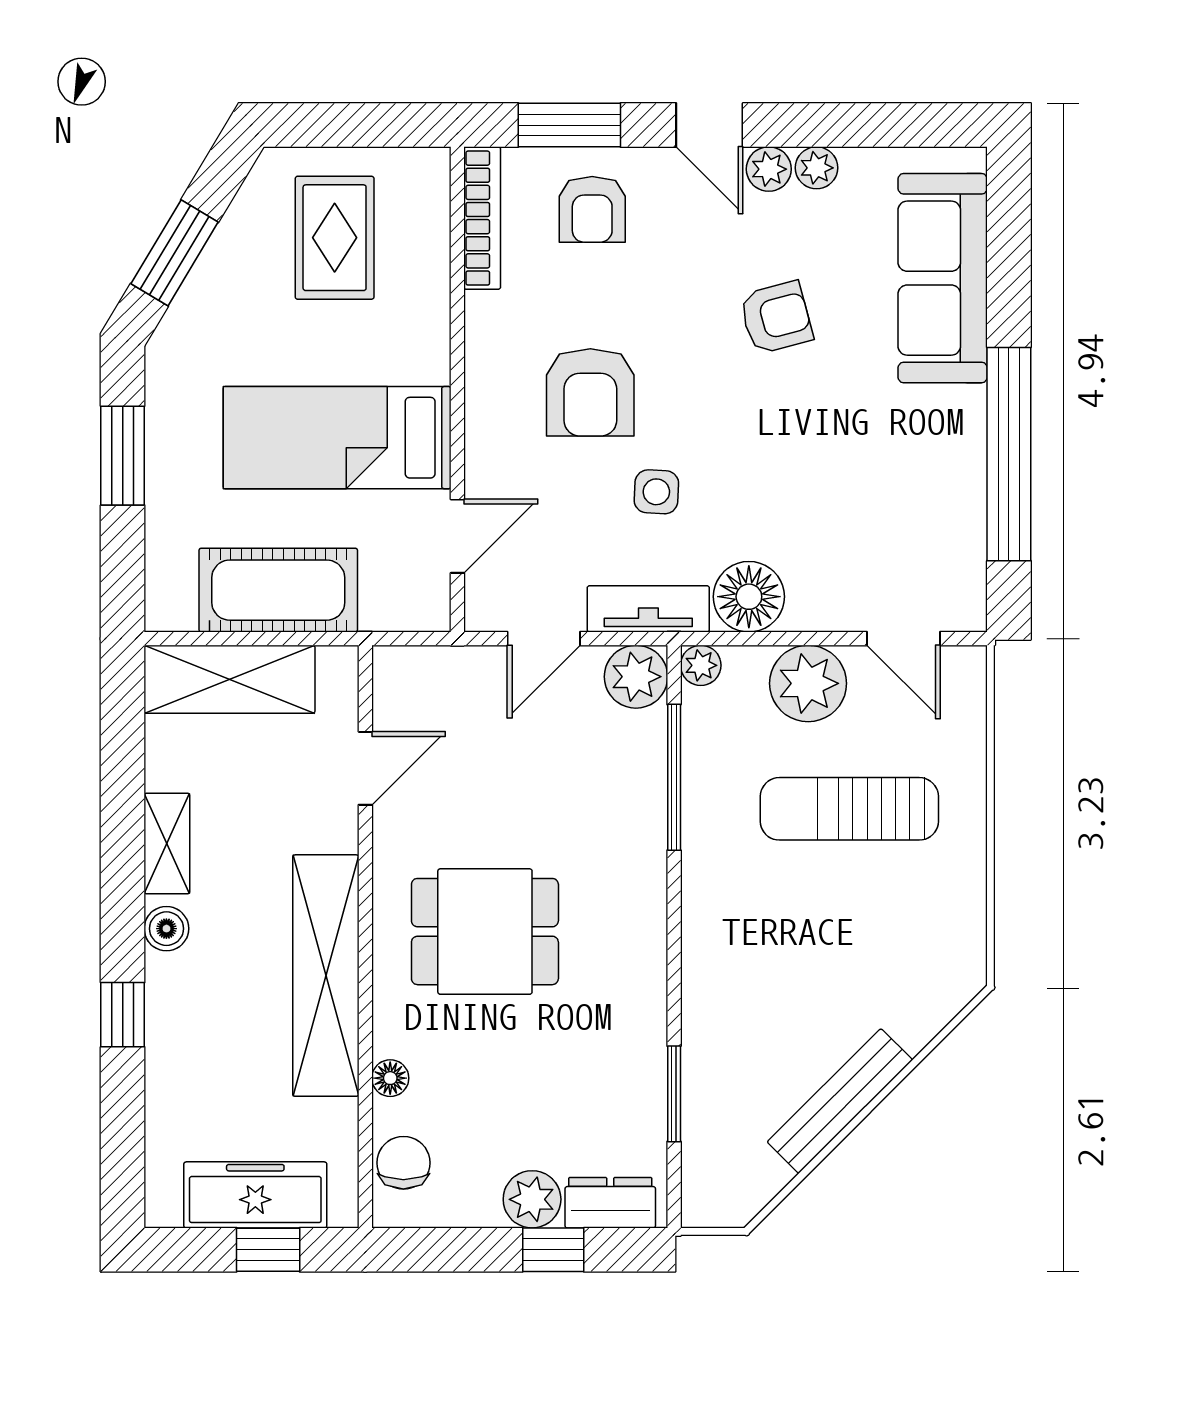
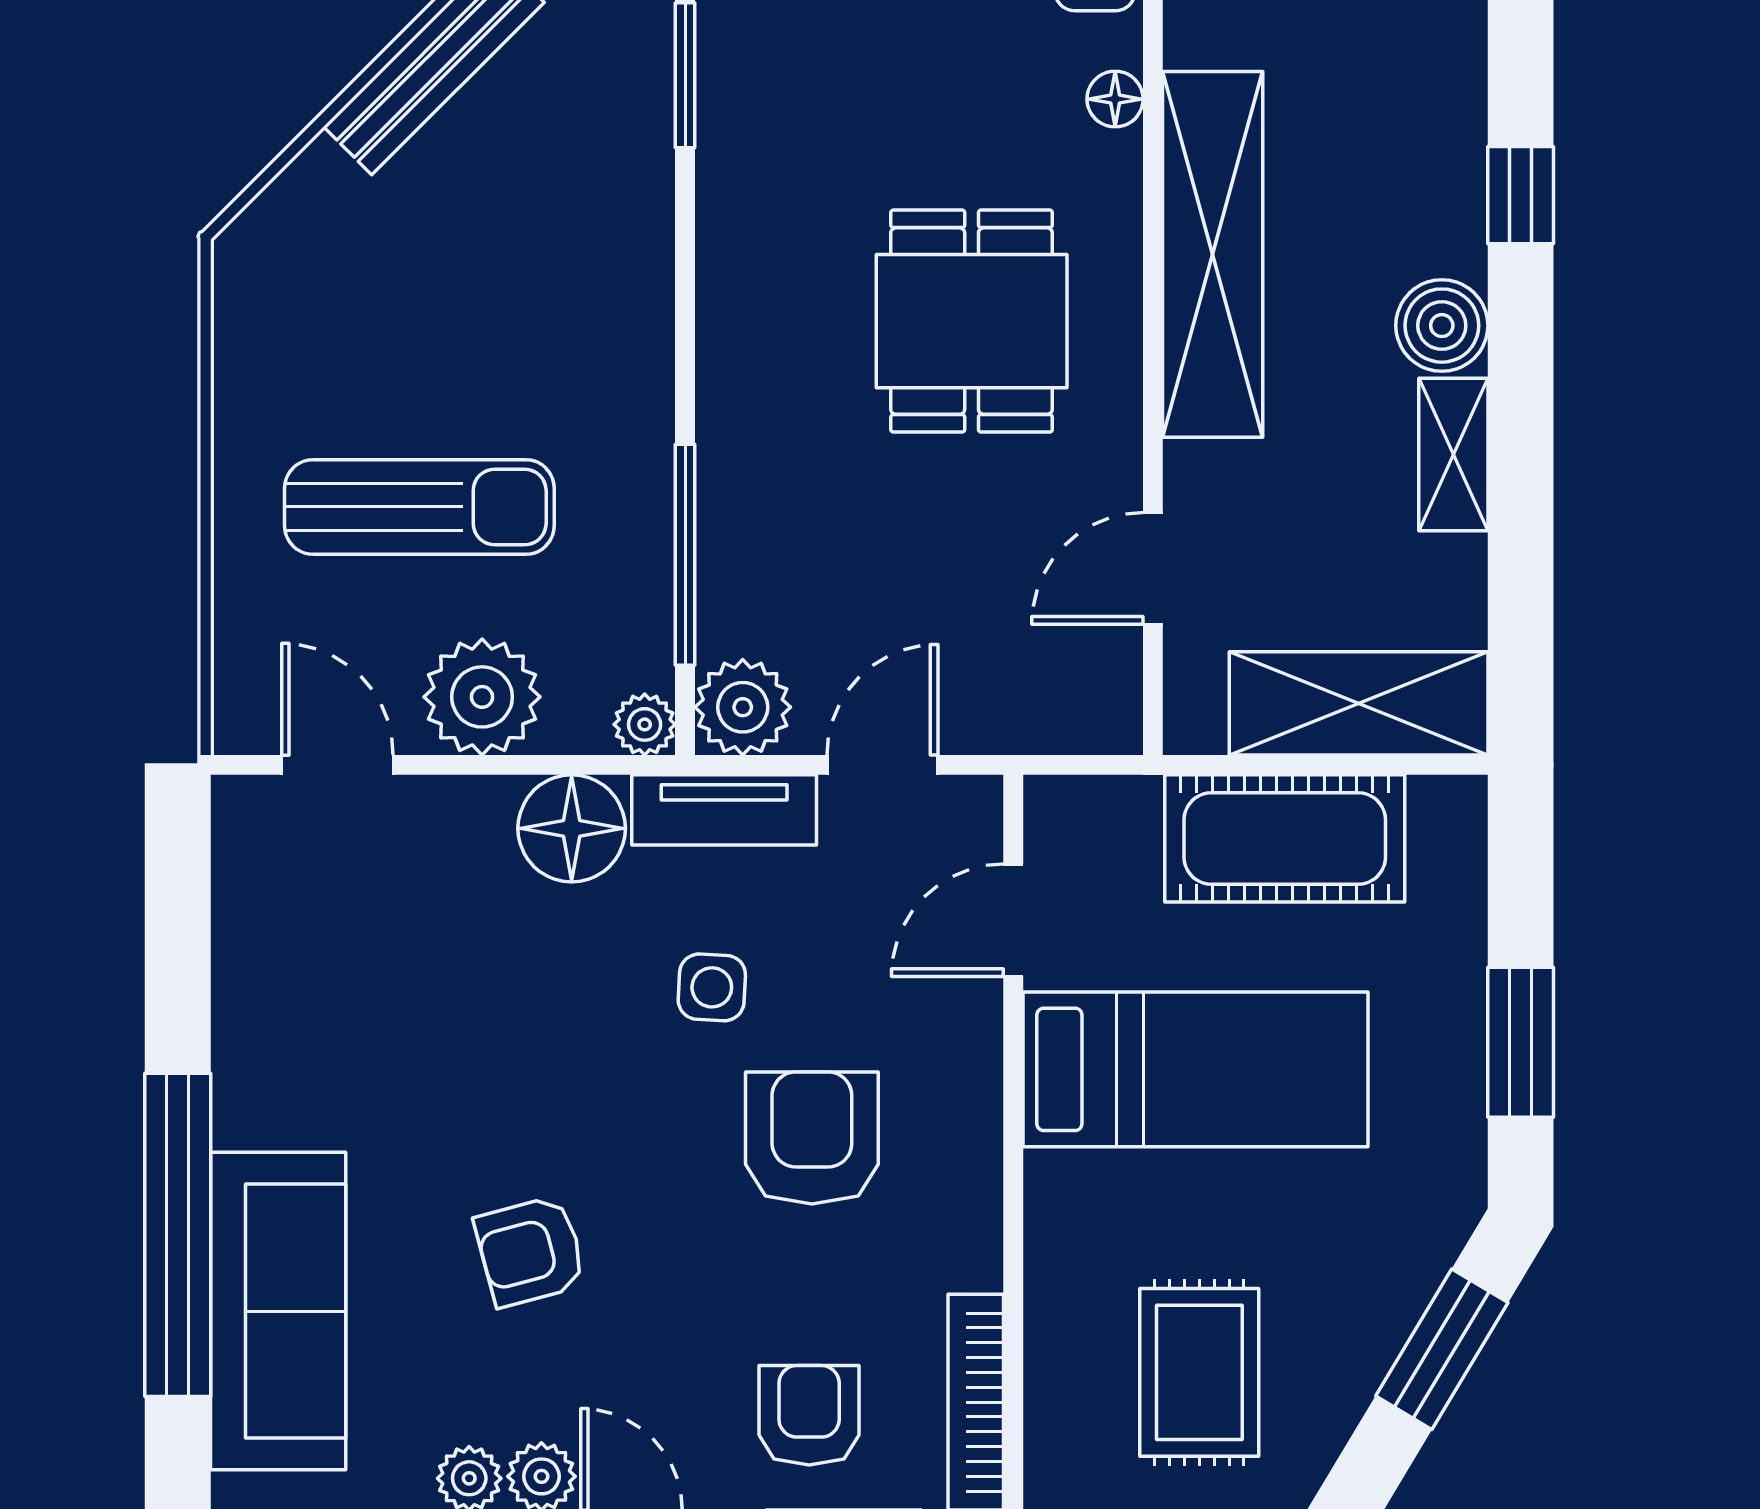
window: (1009, 454) -> (178, 1235), moved
boiler: (166, 929) -> (1442, 326), width x1.36, depth x1.36
dining table: (485, 932) -> (972, 321), turned 90

